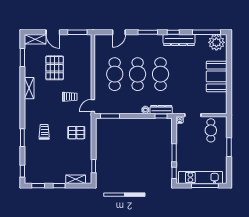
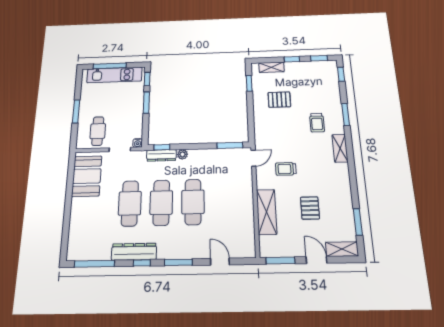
door: (119, 32) -> (220, 262), hinge flipped
plant: (216, 42) -> (81, 249), removed
shelving: (85, 66) -> (267, 212), added
pallet: (55, 68) -> (310, 208), width x0.67, depth x0.71
cafe table: (115, 74) -> (130, 203), moved
booth: (217, 76) -> (87, 176), moved
shelving: (29, 88) -> (340, 148), moved
pallet: (76, 133) -> (279, 100), moved

